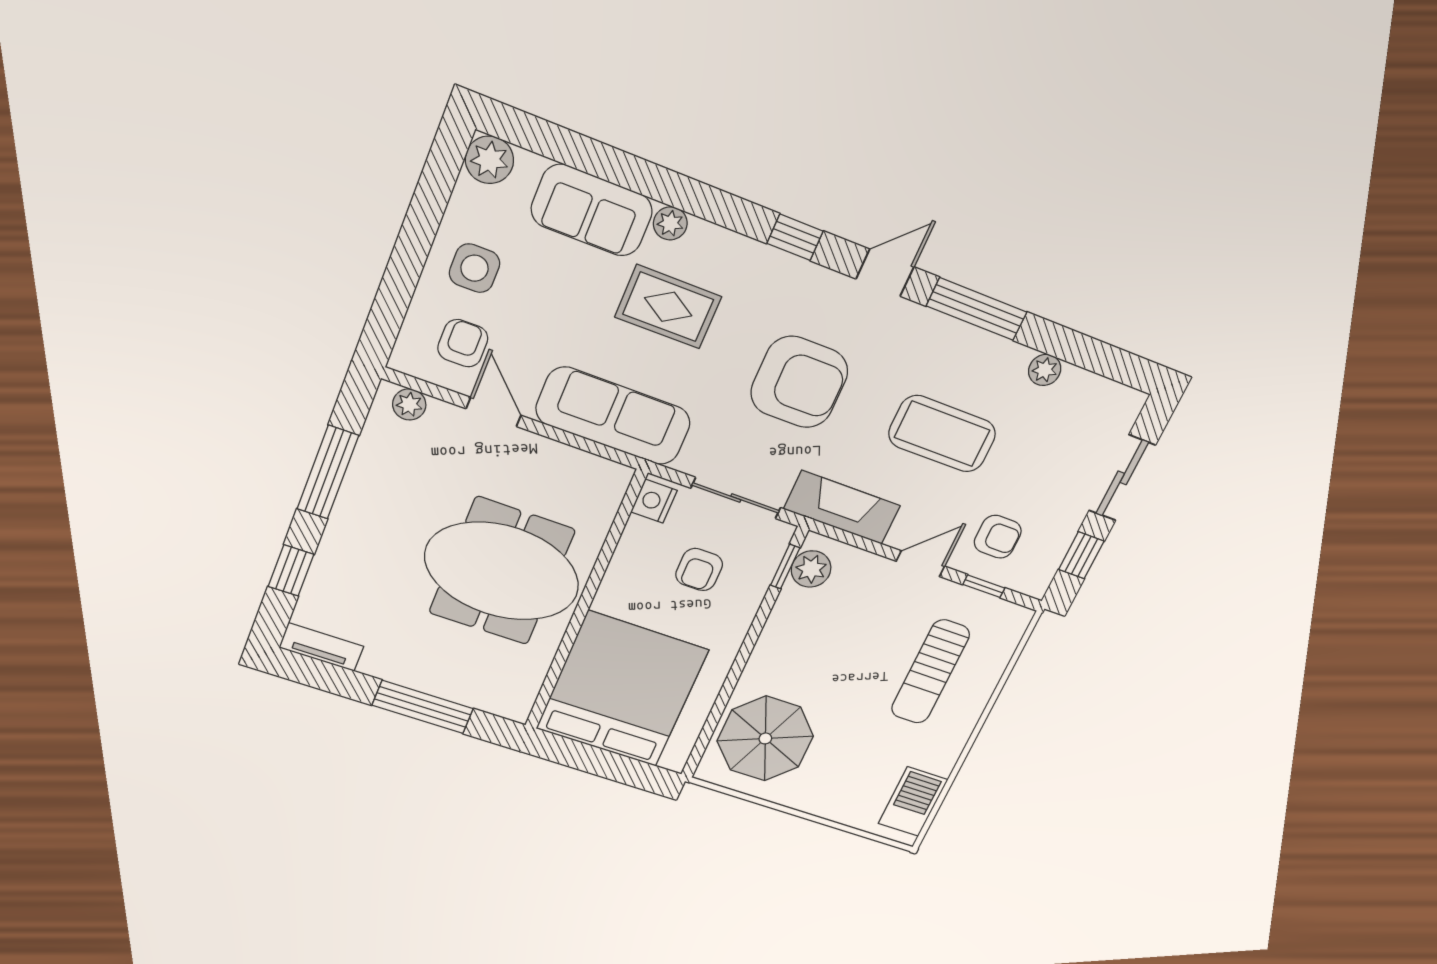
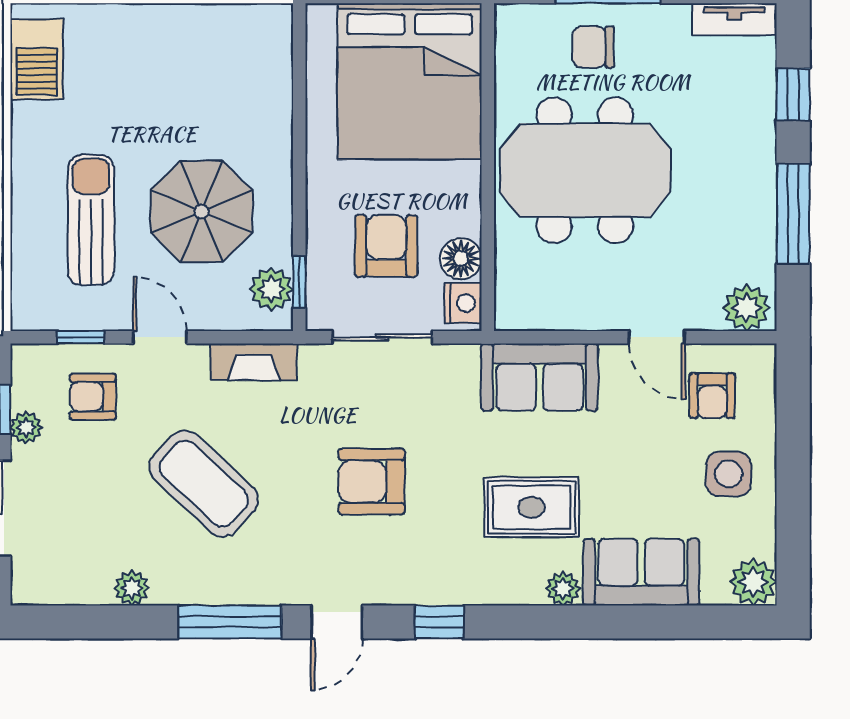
armchair: (799, 382) -> (372, 482), width x0.73, depth x0.73
plant: (409, 404) -> (747, 308), width x1.38, depth x1.38
sofa: (613, 416) -> (540, 377), width x0.73
coffee table: (942, 434) -> (204, 483), turned 43
fireplace: (842, 507) -> (254, 362), width x0.73, depth x0.76
plant: (1063, 532) -> (26, 428), added
floor lamp: (640, 538) -> (461, 259), added
door: (920, 564) -> (160, 337), swing flipped
armchair: (699, 570) -> (386, 246), width x1.38, depth x1.38
chair: (455, 665) -> (593, 47), added
parasol: (765, 738) -> (201, 212), moved

